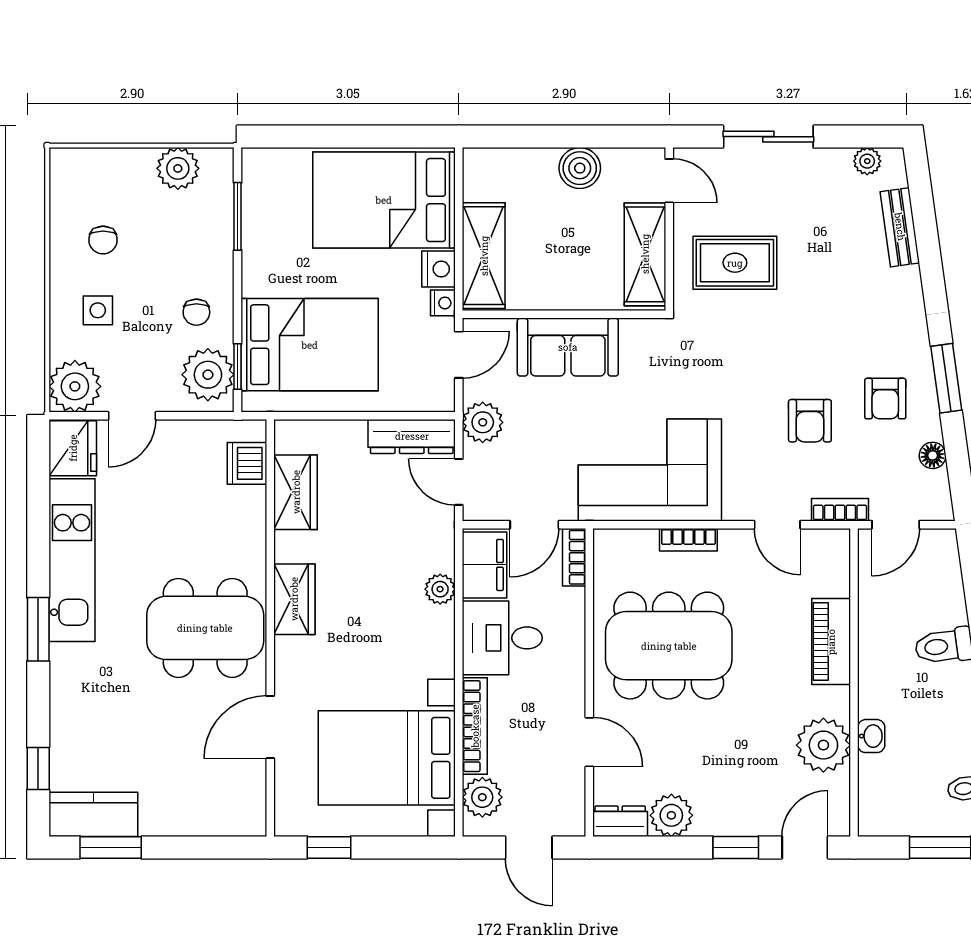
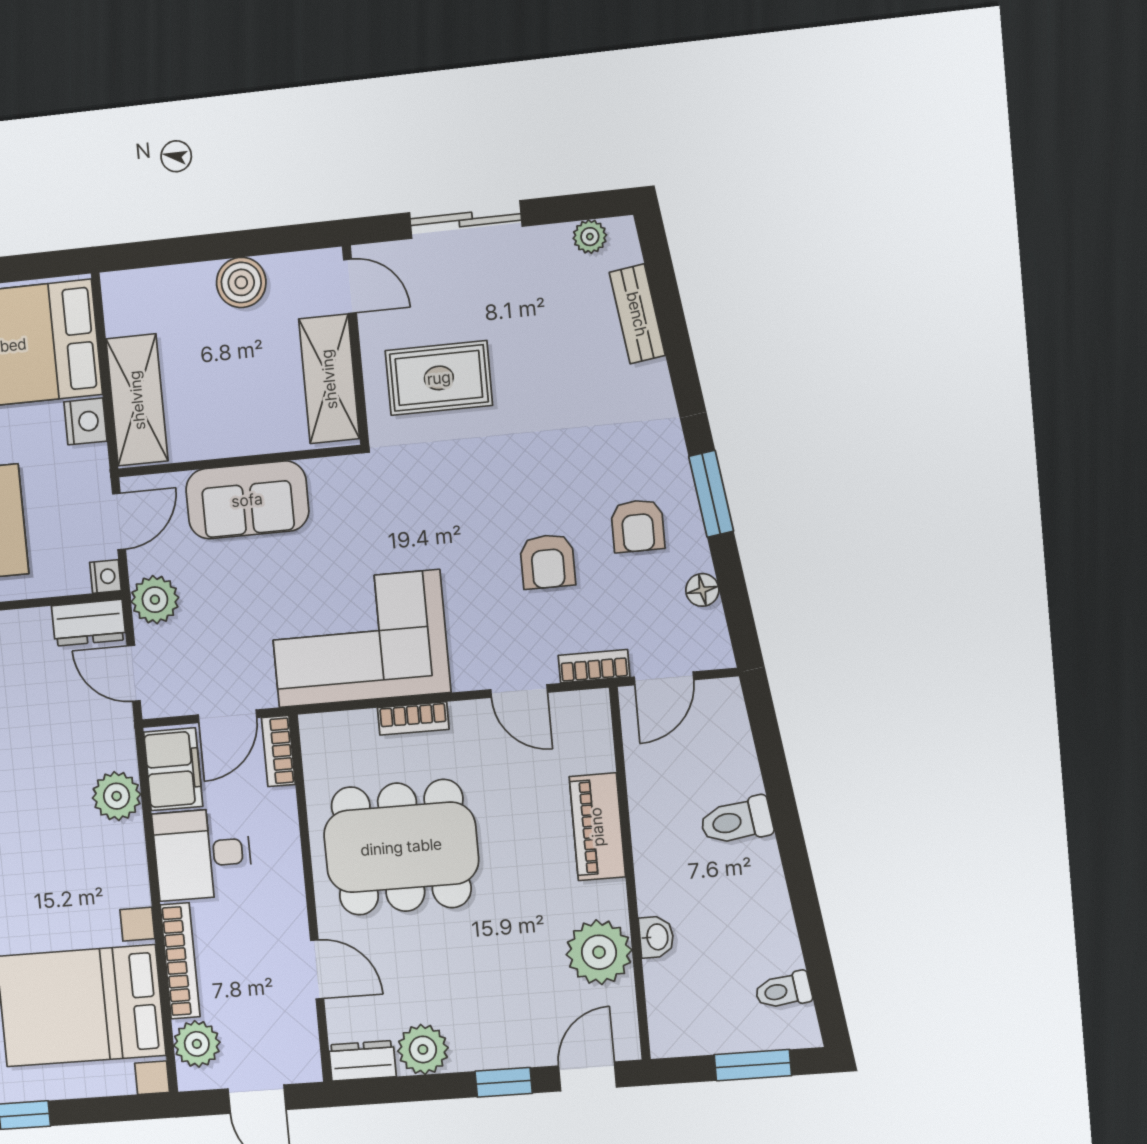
nightstand: (443, 303) -> (105, 576), moved
dresser: (412, 436) -> (89, 623), width x0.70
plant: (440, 589) -> (117, 796), width x1.38, depth x1.38

